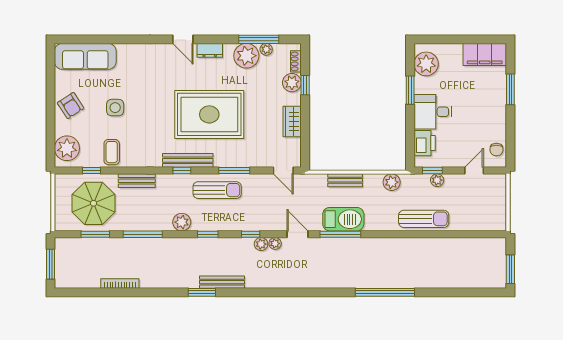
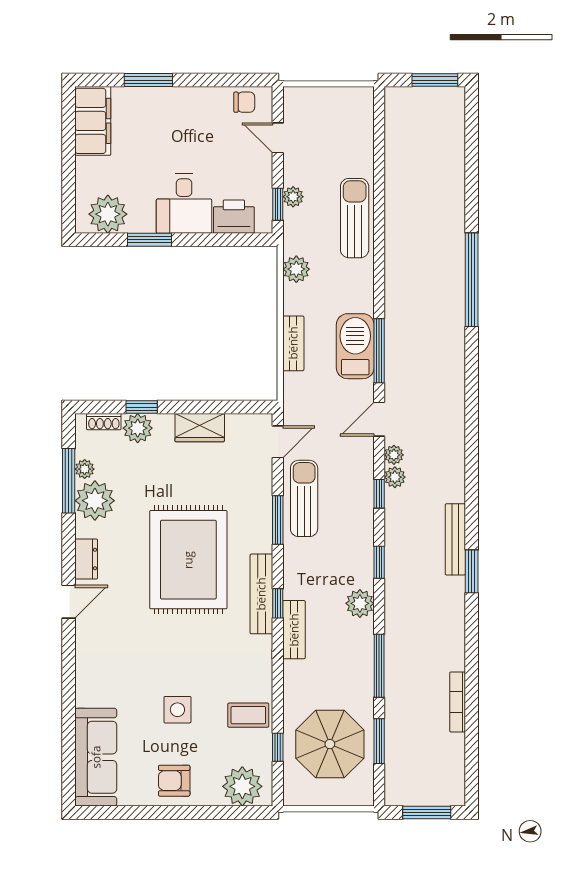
armchair: (71, 106) -> (174, 781), turned -147
bench: (137, 181) -> (294, 630), moved
sun lounger: (217, 190) -> (304, 498), moved

